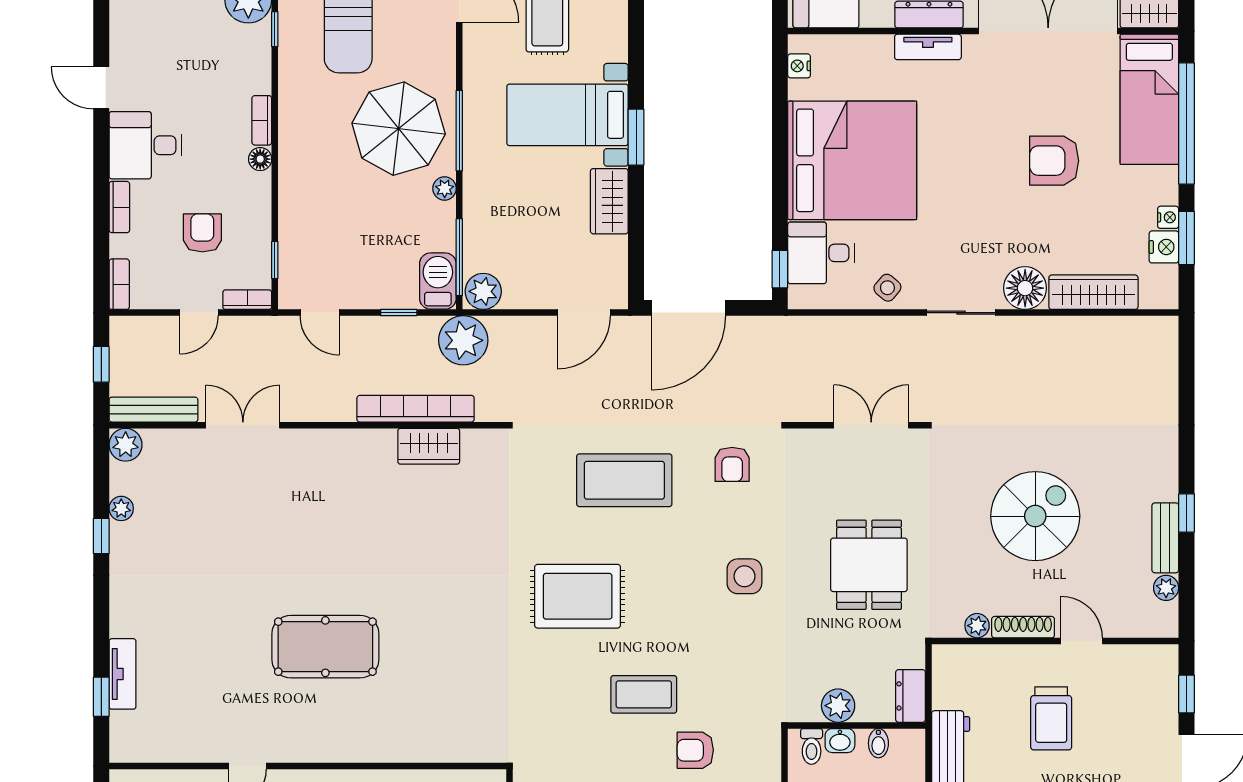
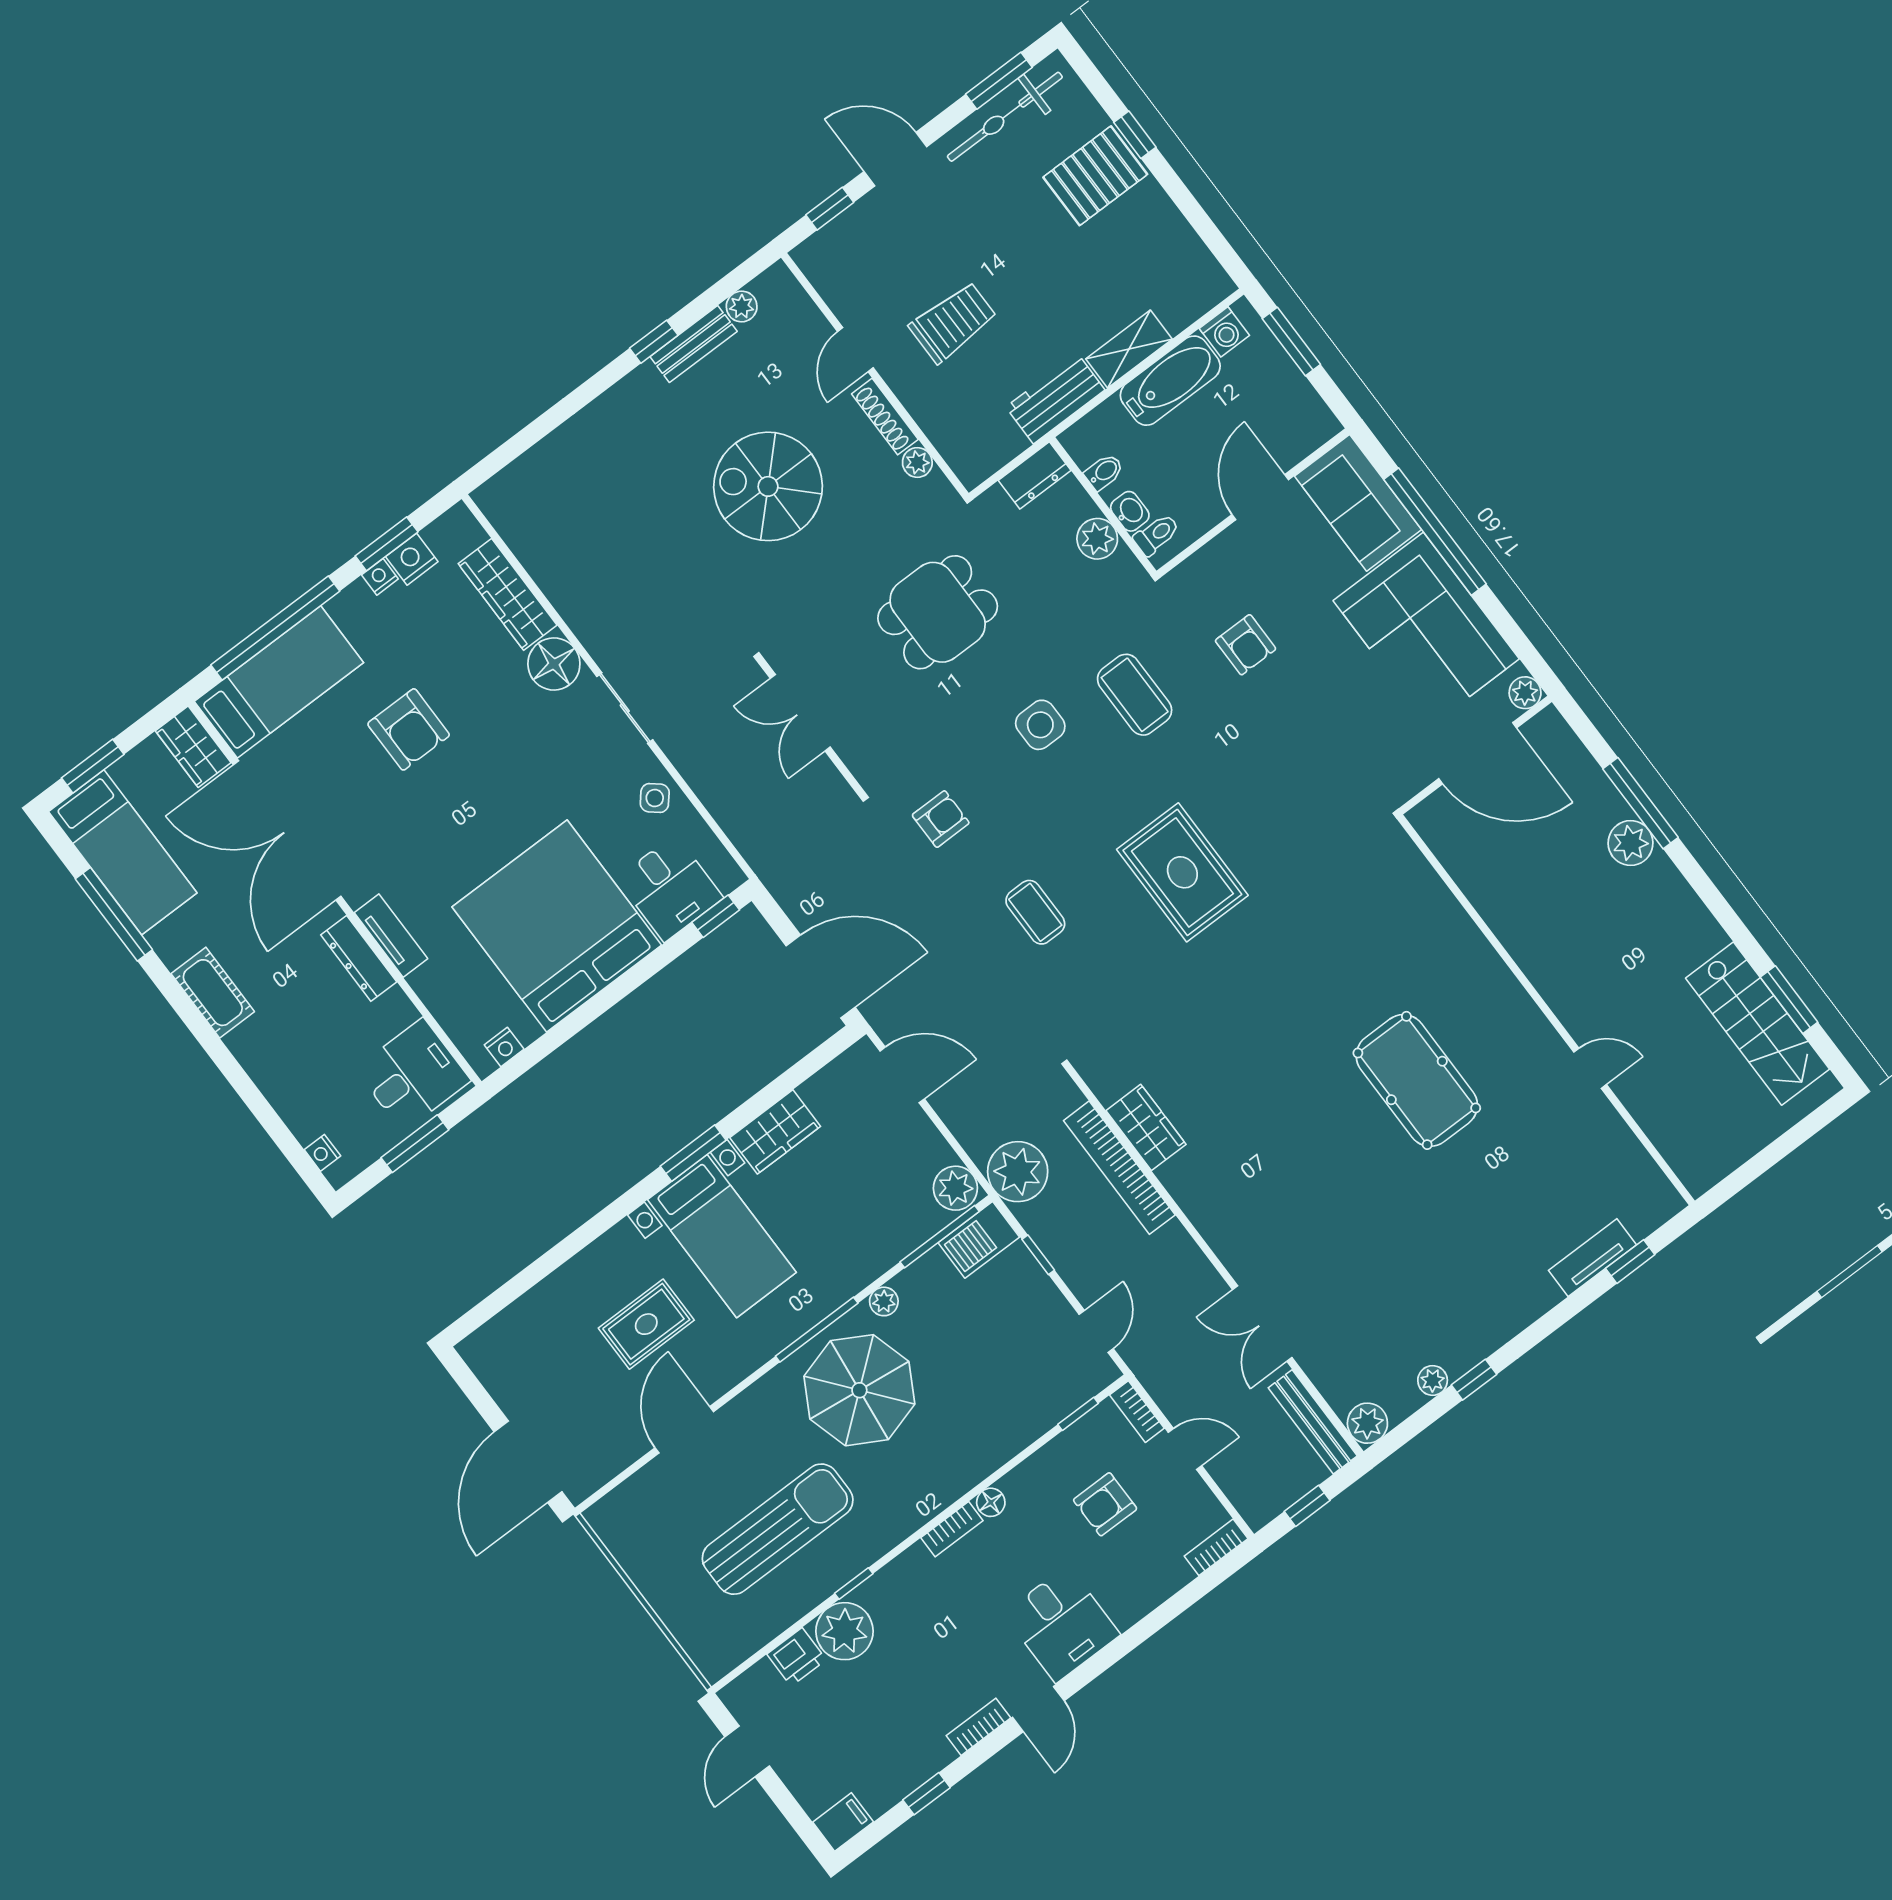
bookcase: (119, 207) -> (978, 1727), moved
coffee table: (624, 480) -> (1035, 912), width x0.54, depth x0.58
coffee table: (644, 694) -> (1135, 695), moved

